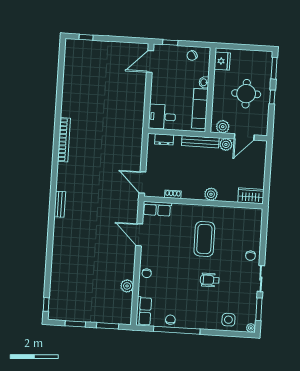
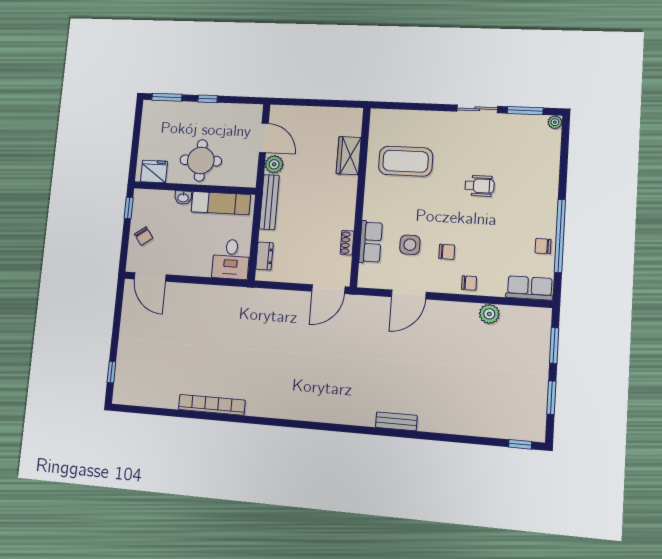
window: (170, 43) -> (129, 208), moved
chair: (192, 56) -> (144, 236), moved
round table: (246, 94) -> (201, 160), moved
plant: (223, 127) -> (248, 169), removed
bookcase: (64, 140) -> (212, 405), moved
plant: (211, 194) -> (348, 185), removed
wardrobe: (251, 196) -> (349, 156), moved
bench: (60, 204) -> (396, 421), moved
row of seats: (157, 209) -> (371, 242), moved
coffee table: (204, 239) -> (406, 161), moved
chair: (250, 256) -> (447, 252), moved
wheelchair: (210, 280) -> (479, 186), turned -90
side table: (228, 320) -> (410, 245), moved

